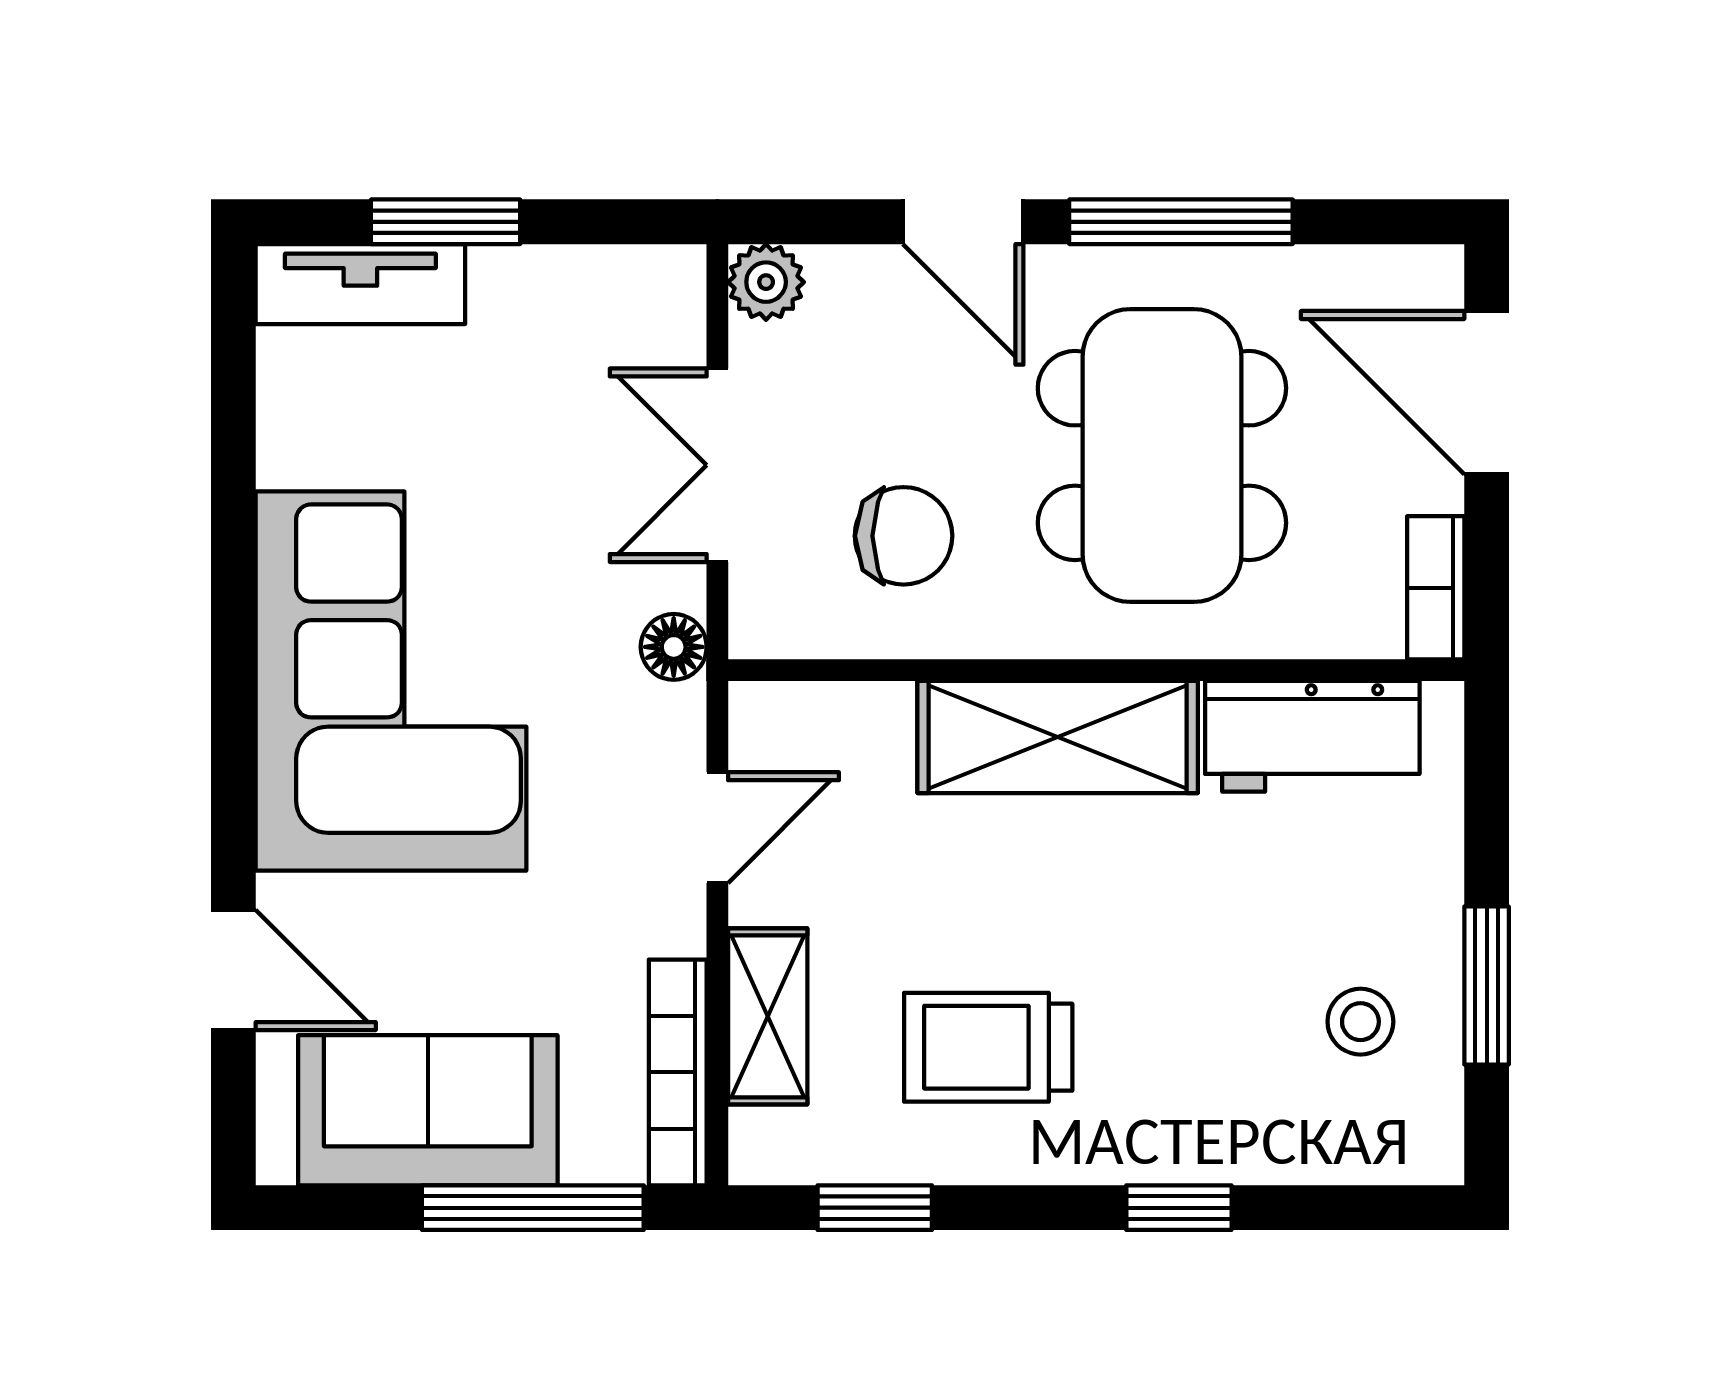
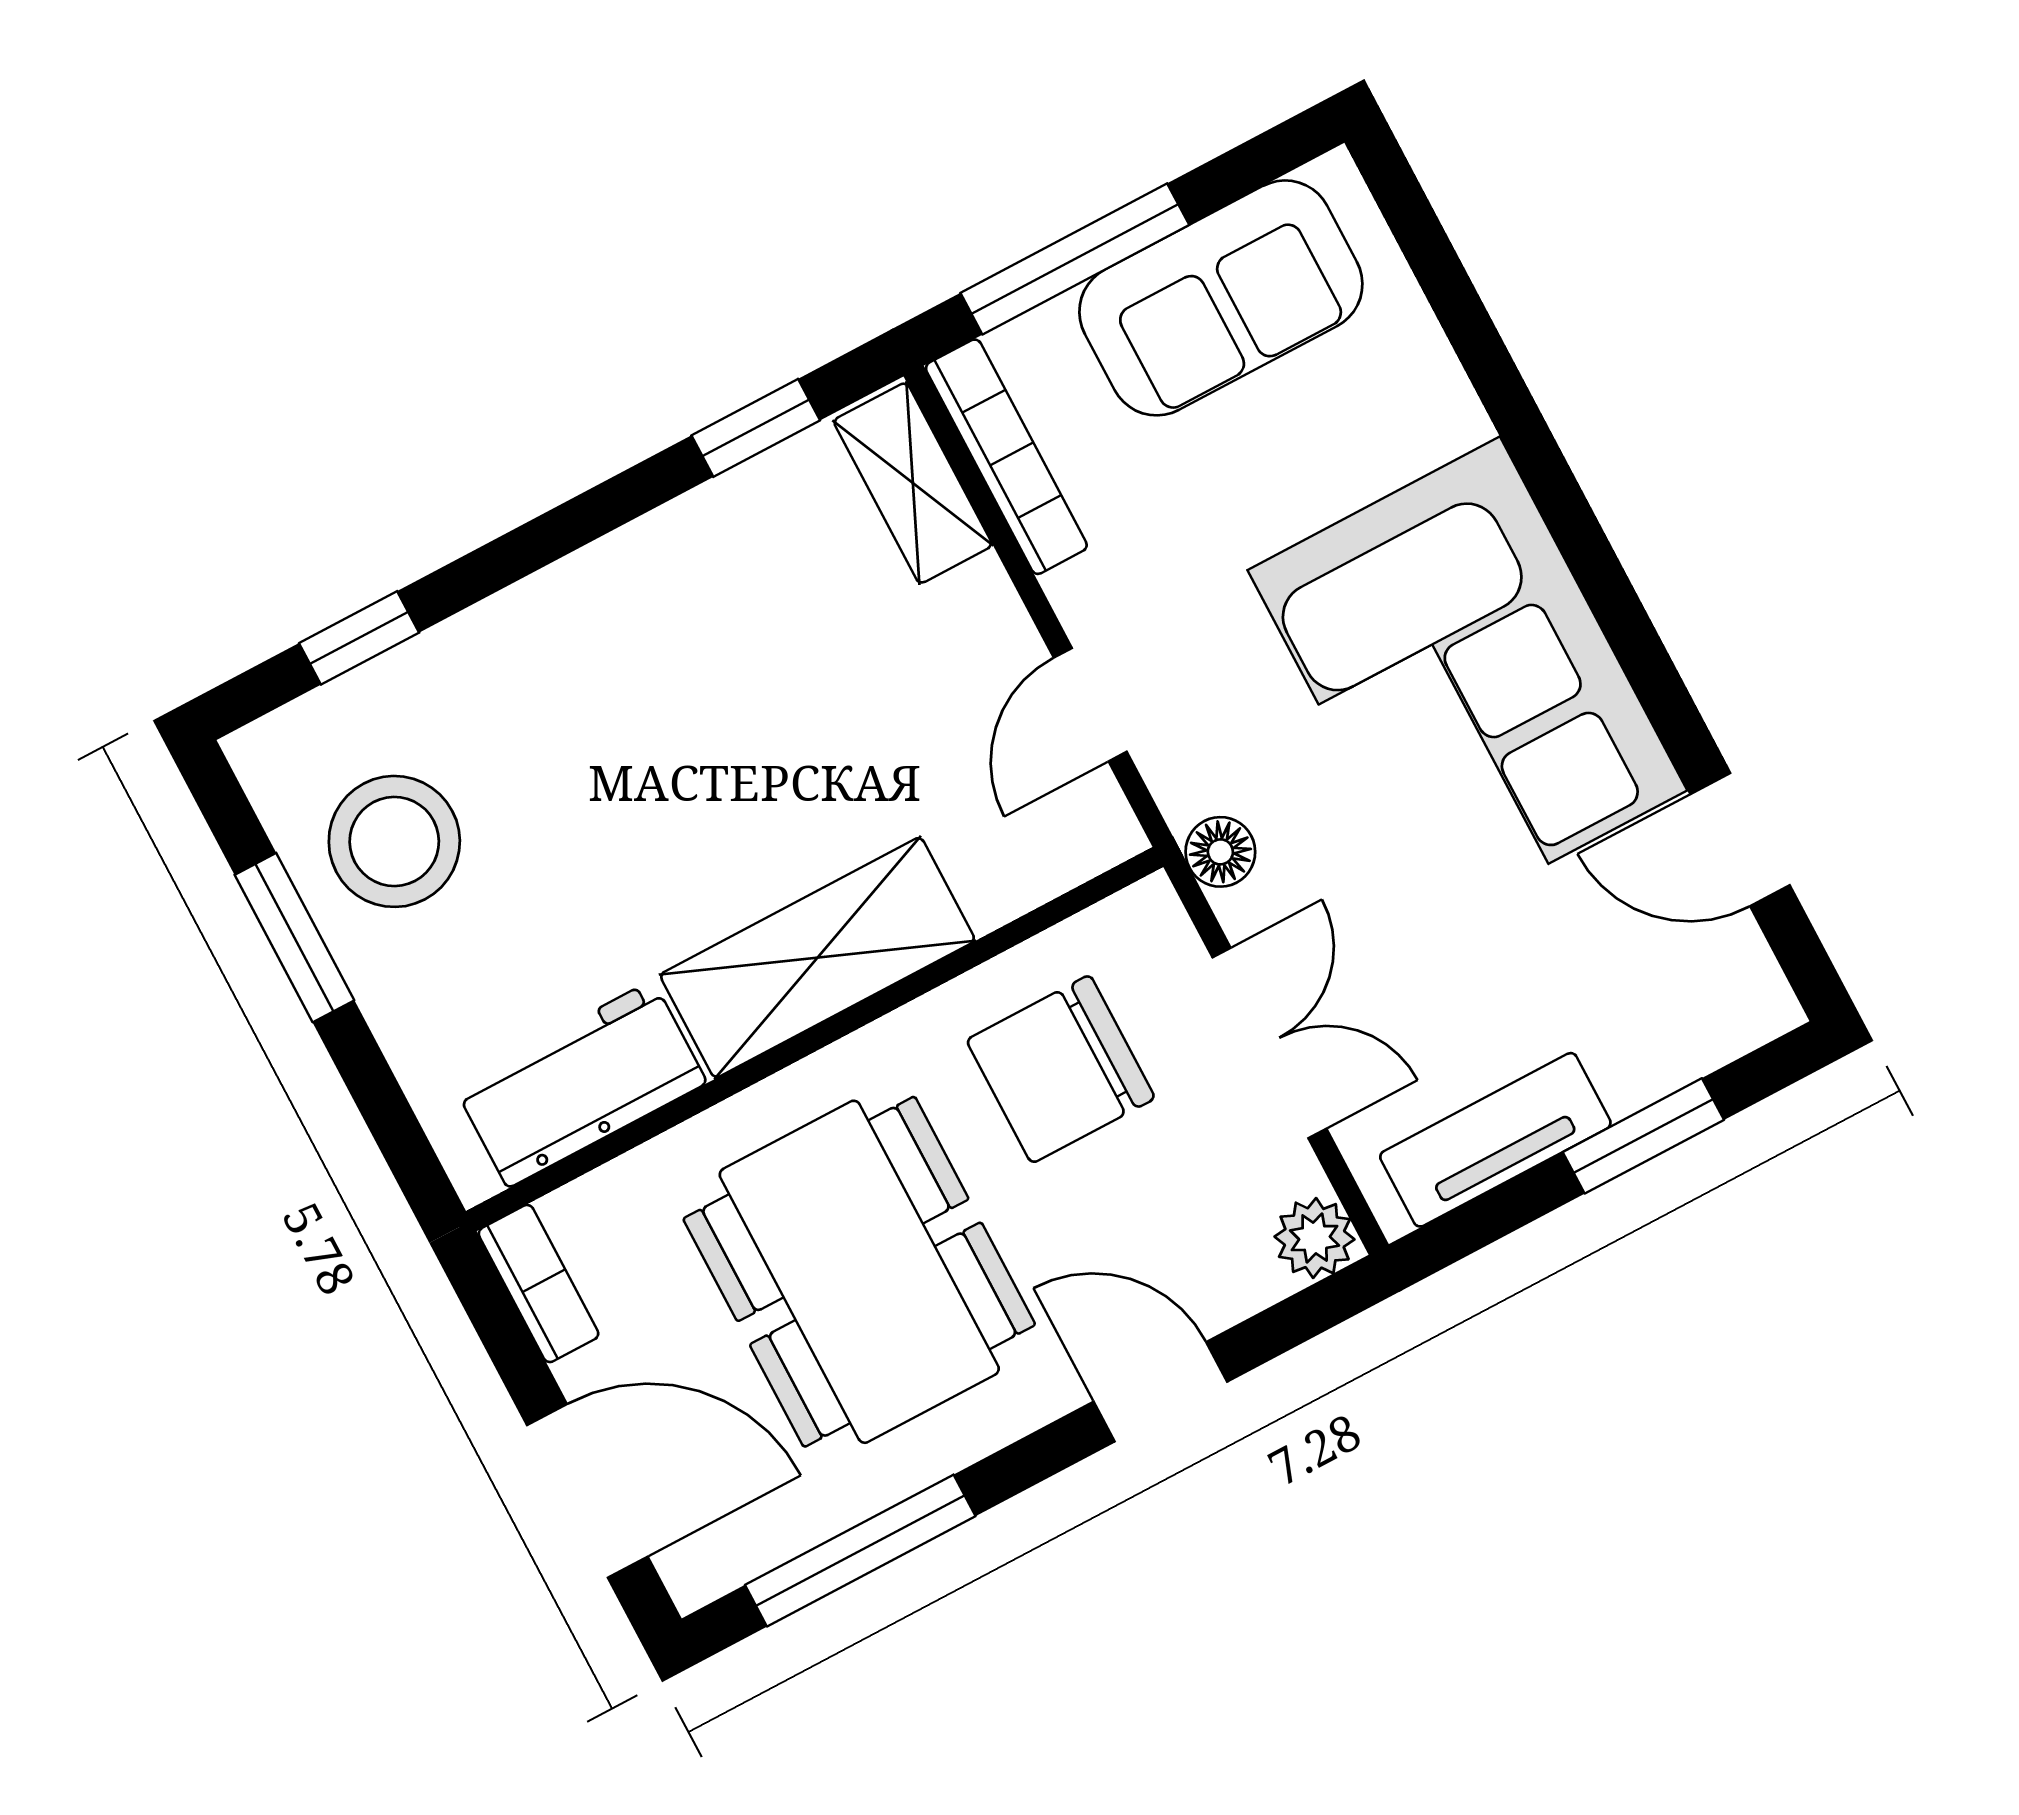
window: (1181, 222) -> (860, 1551), moved
tv unit: (360, 284) -> (1495, 1140), moved
chair: (904, 536) -> (1061, 1069), width x1.37, depth x1.37
door: (233, 970) -> (1740, 840), moved
shelving: (768, 1016) -> (913, 483), moved
stool: (1360, 1022) -> (394, 841), width x1.89, depth x1.89
trolley: (988, 1047) -> (729, 634), removed
window: (1179, 1208) -> (359, 638), moved

